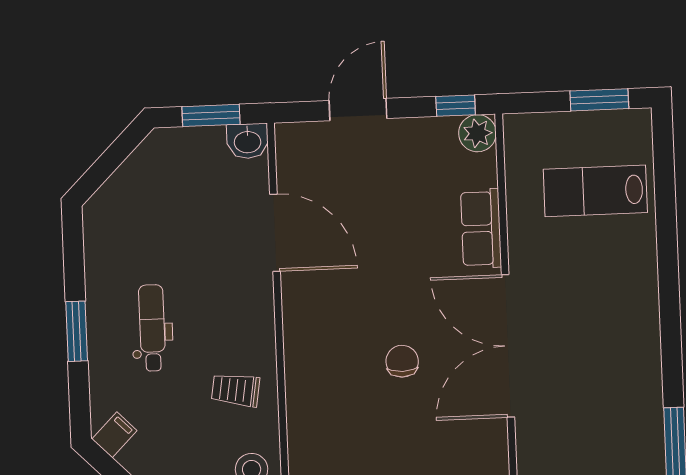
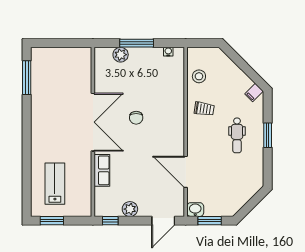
door: (358, 110) -> (163, 221), moved
plant: (477, 133) -> (130, 209), moved
lab bench: (595, 191) -> (55, 184), turned -90

